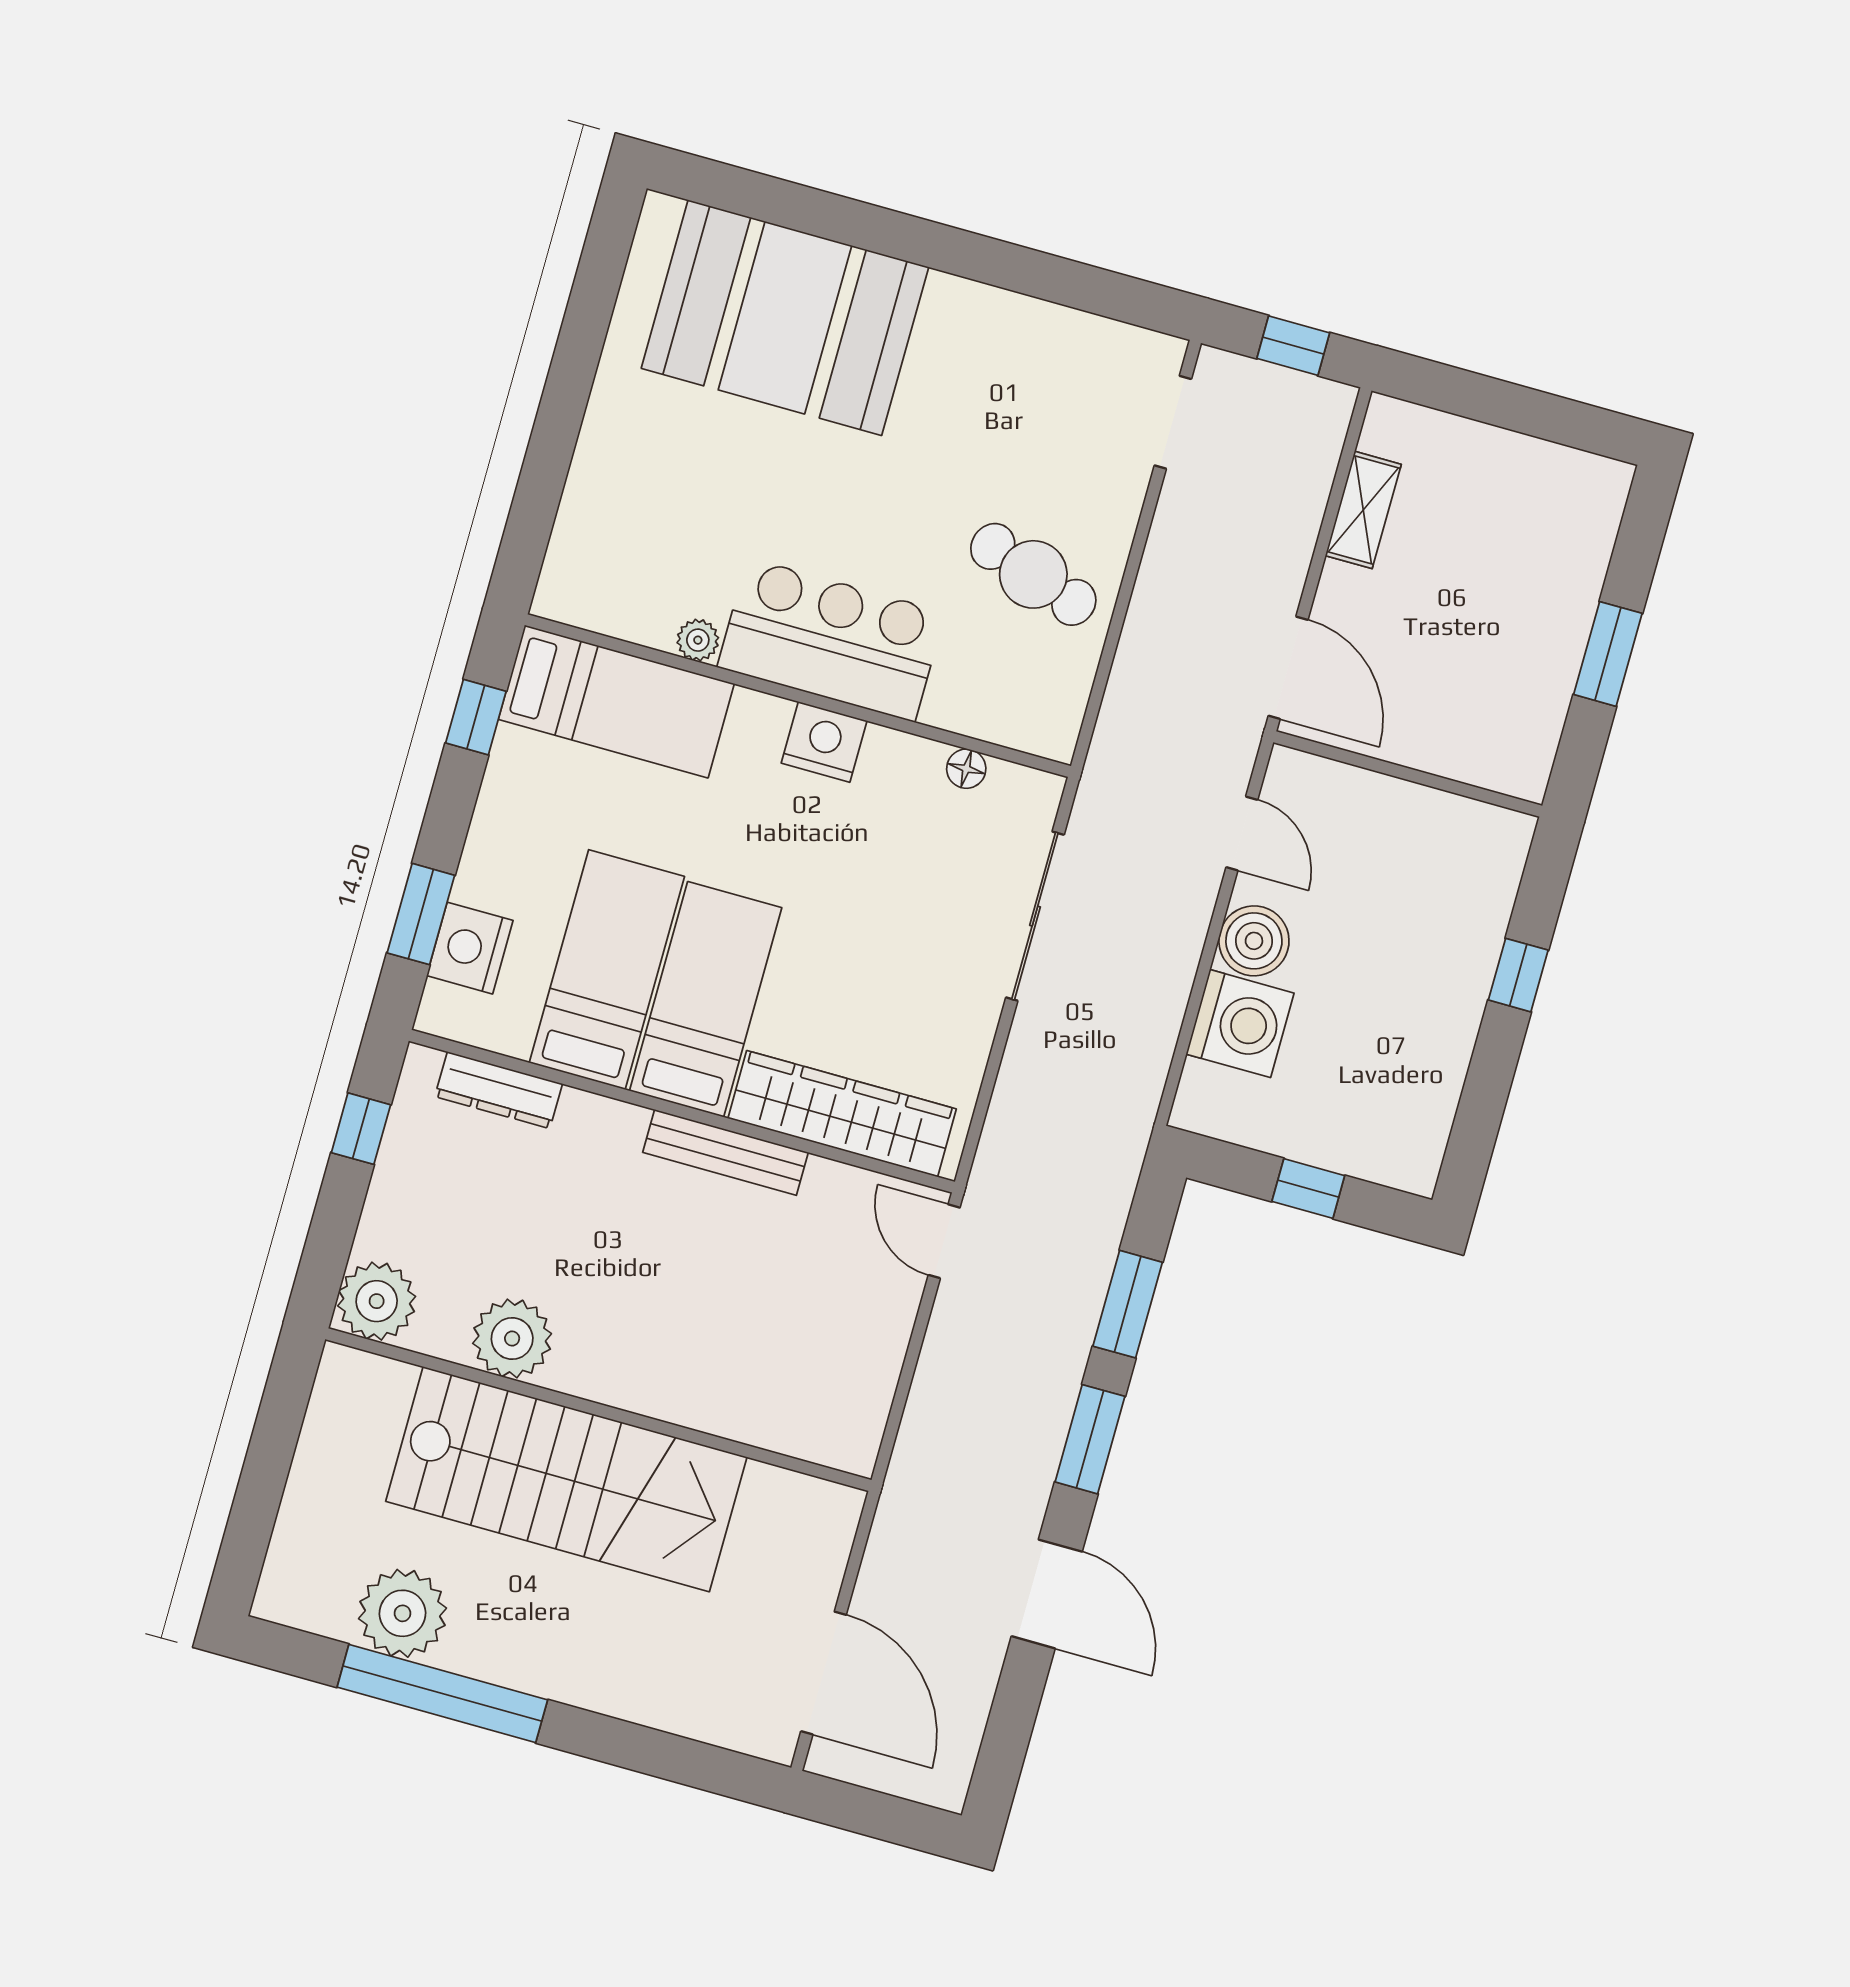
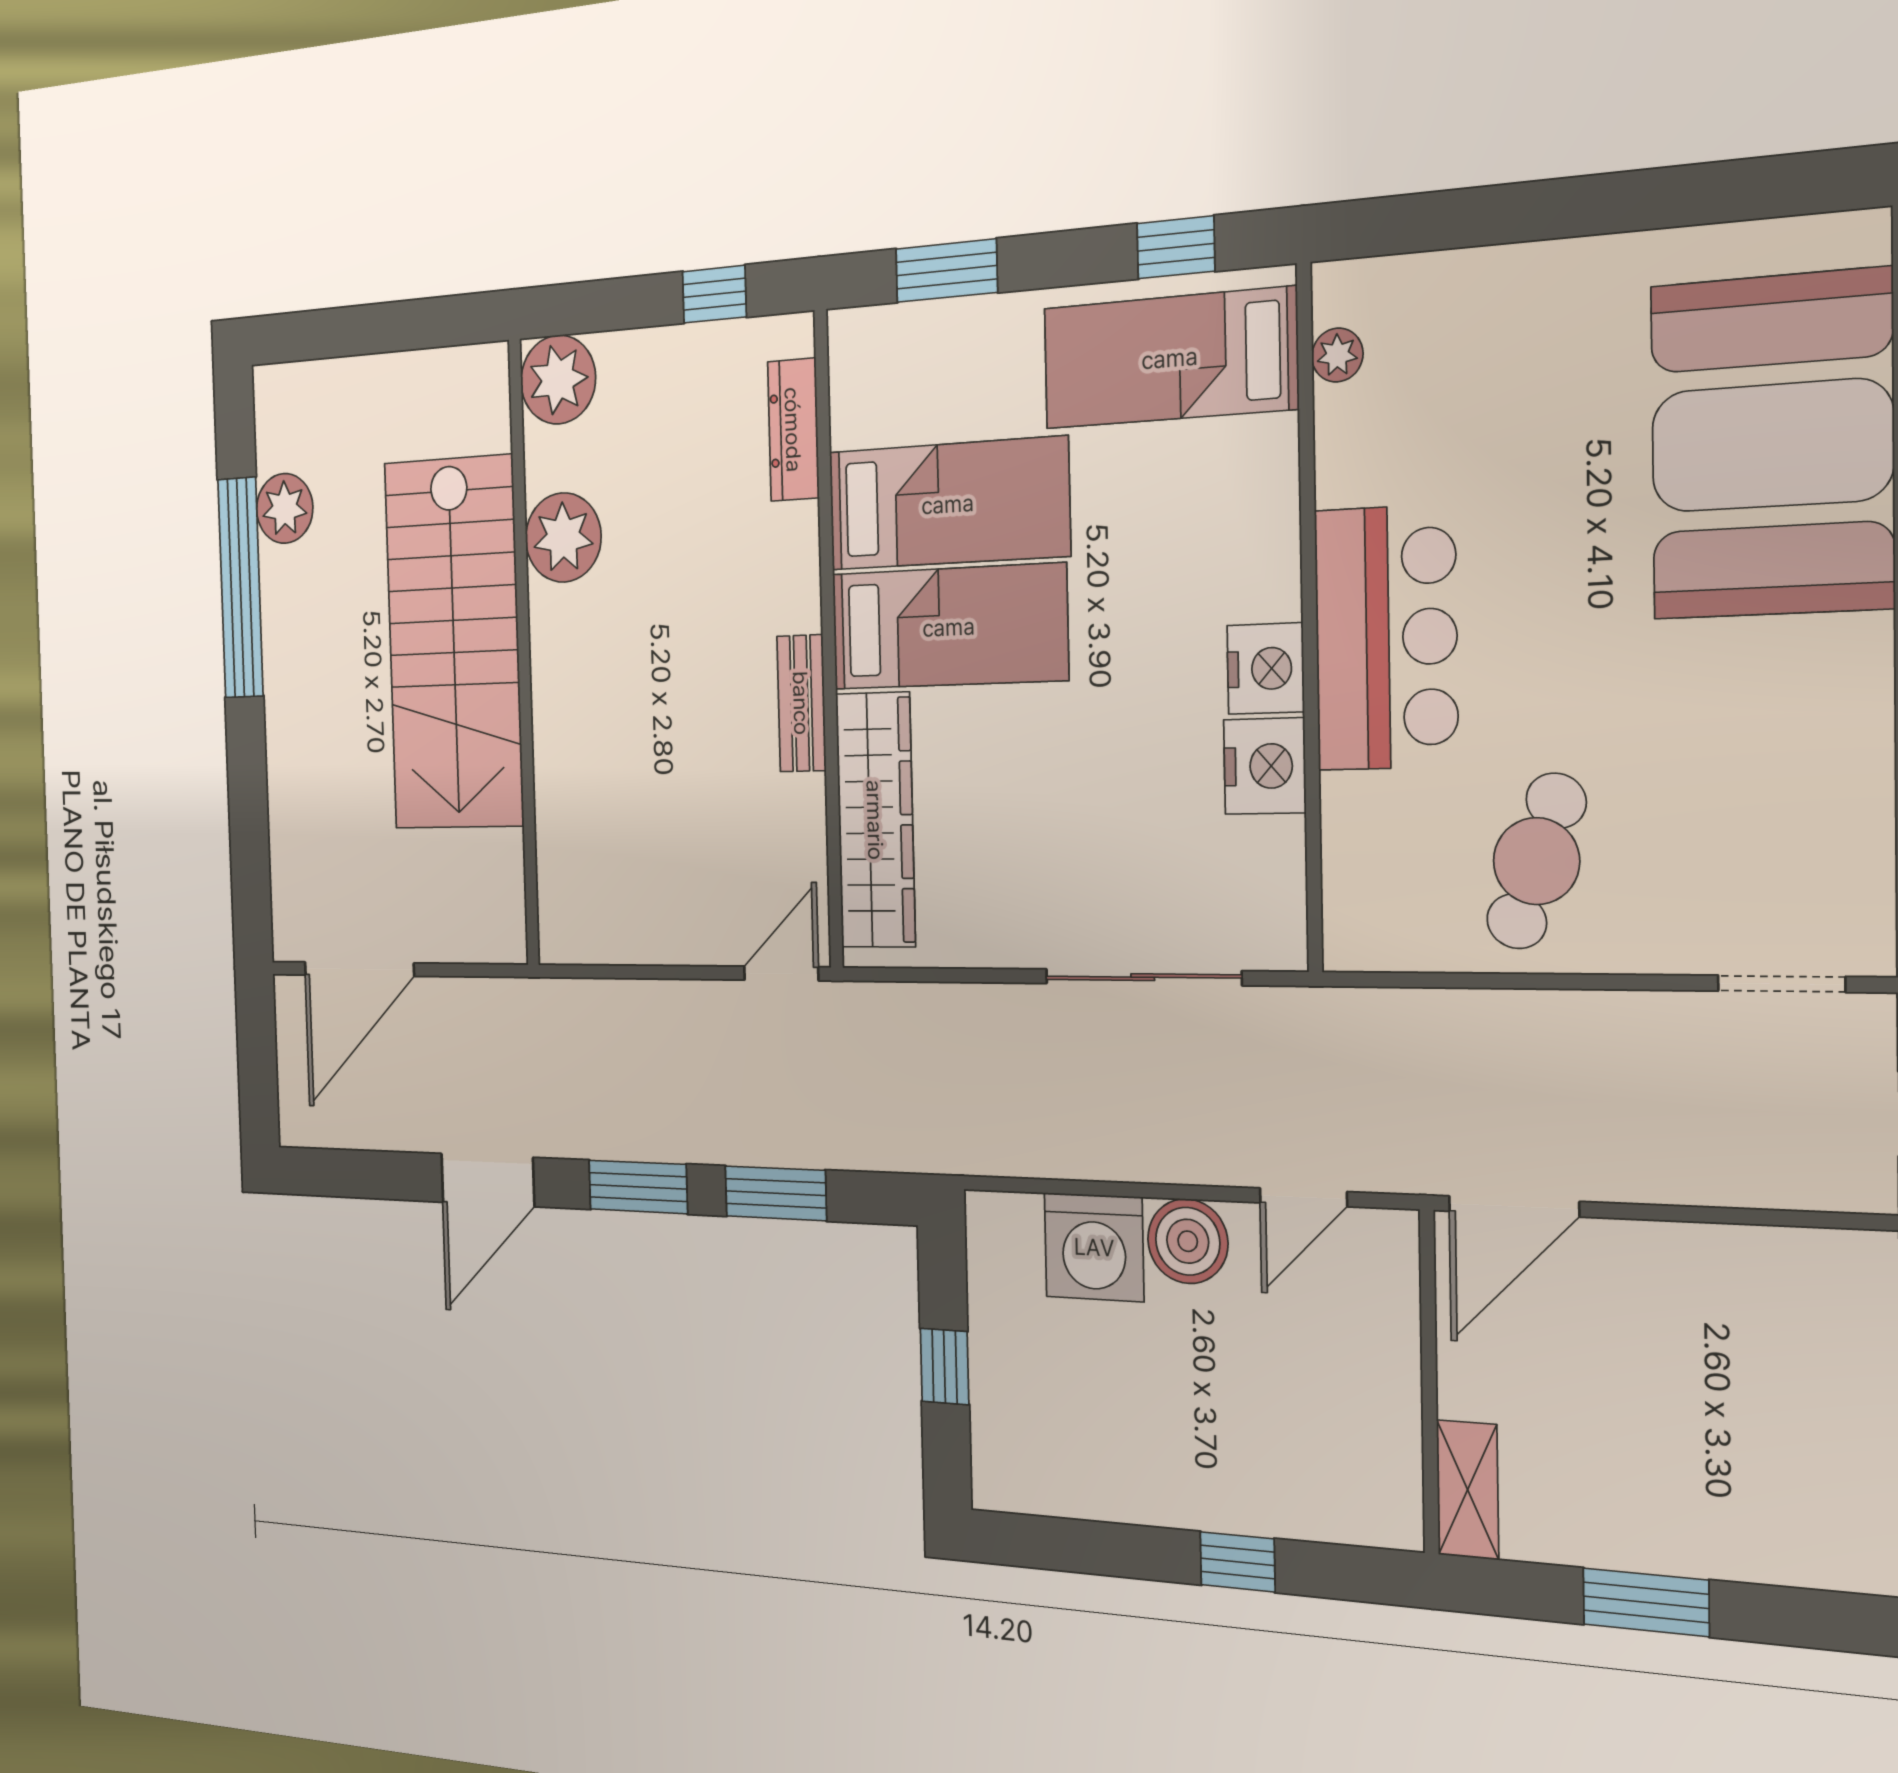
shelving: (1363, 510) -> (1468, 1490), moved, turned 90
plant: (698, 640) -> (1337, 355), moved
bed: (616, 702) -> (1170, 358), moved, turned 90
floor lamp: (966, 769) -> (1283, 848), removed
nightstand: (470, 948) -> (1265, 766), moved, turned 90
bench: (725, 1152) -> (801, 703), width x0.73
plant: (402, 1613) -> (285, 508), width x0.73, depth x0.73

